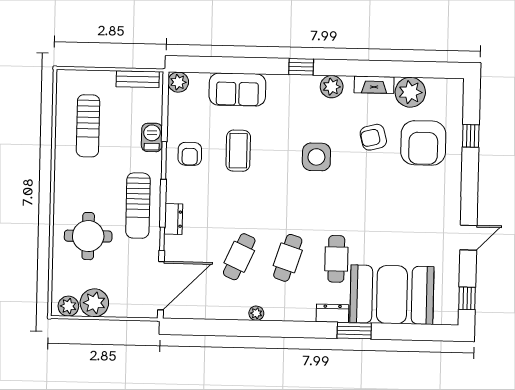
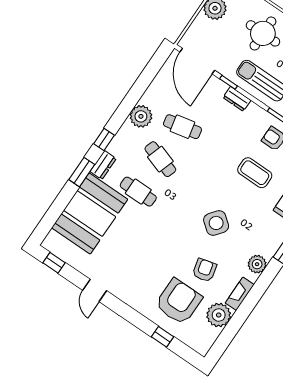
armchair: (423, 143) -> (179, 302), turned 90
side table: (316, 157) -> (216, 223), turned 38
cafe table: (239, 257) -> (182, 127), turned -36
plant: (256, 313) -> (141, 116), width x1.88, depth x1.88
window: (305, 330) -> (104, 140), added

